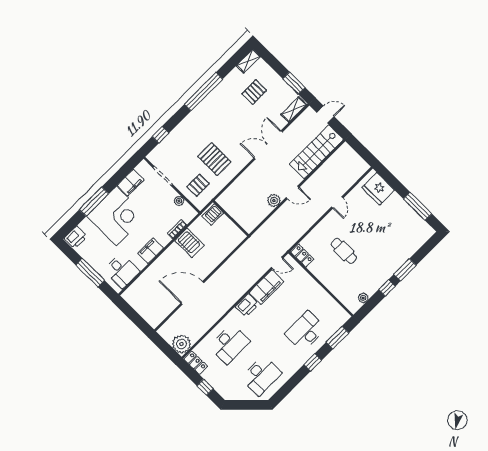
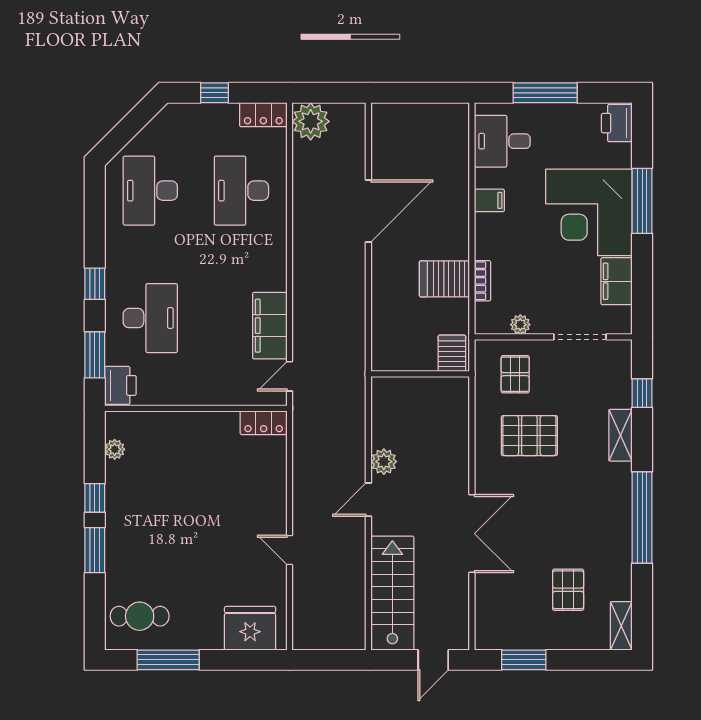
shelving: (294, 110) -> (621, 435), moved
filing cabinet: (151, 251) -> (489, 200), width x0.50
cafe table: (344, 251) -> (140, 616), moved
printer: (247, 306) -> (120, 385), moved, turned 180

